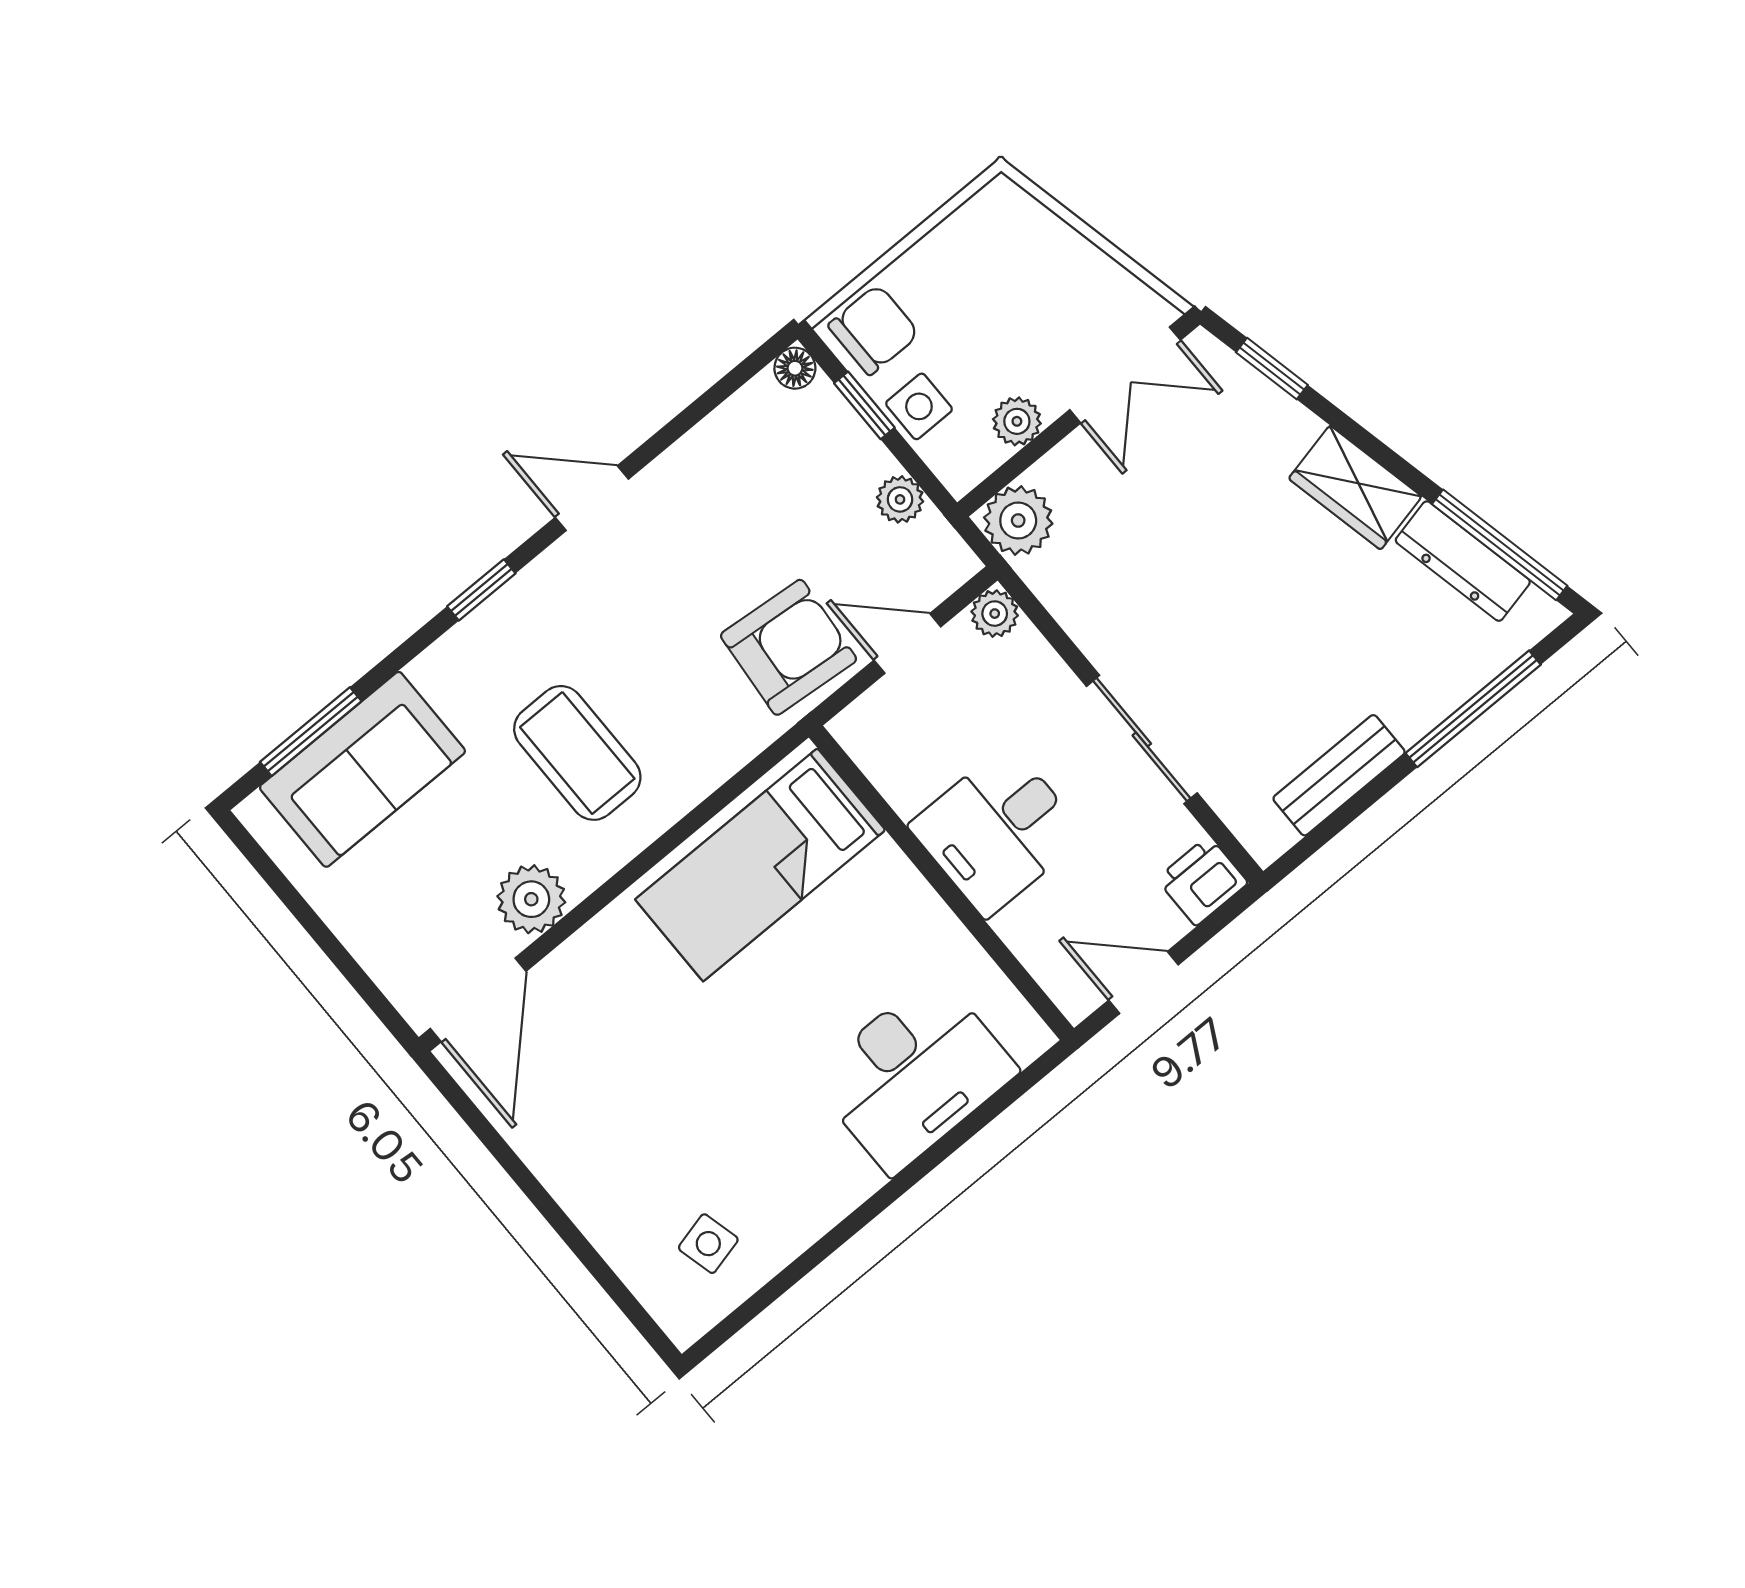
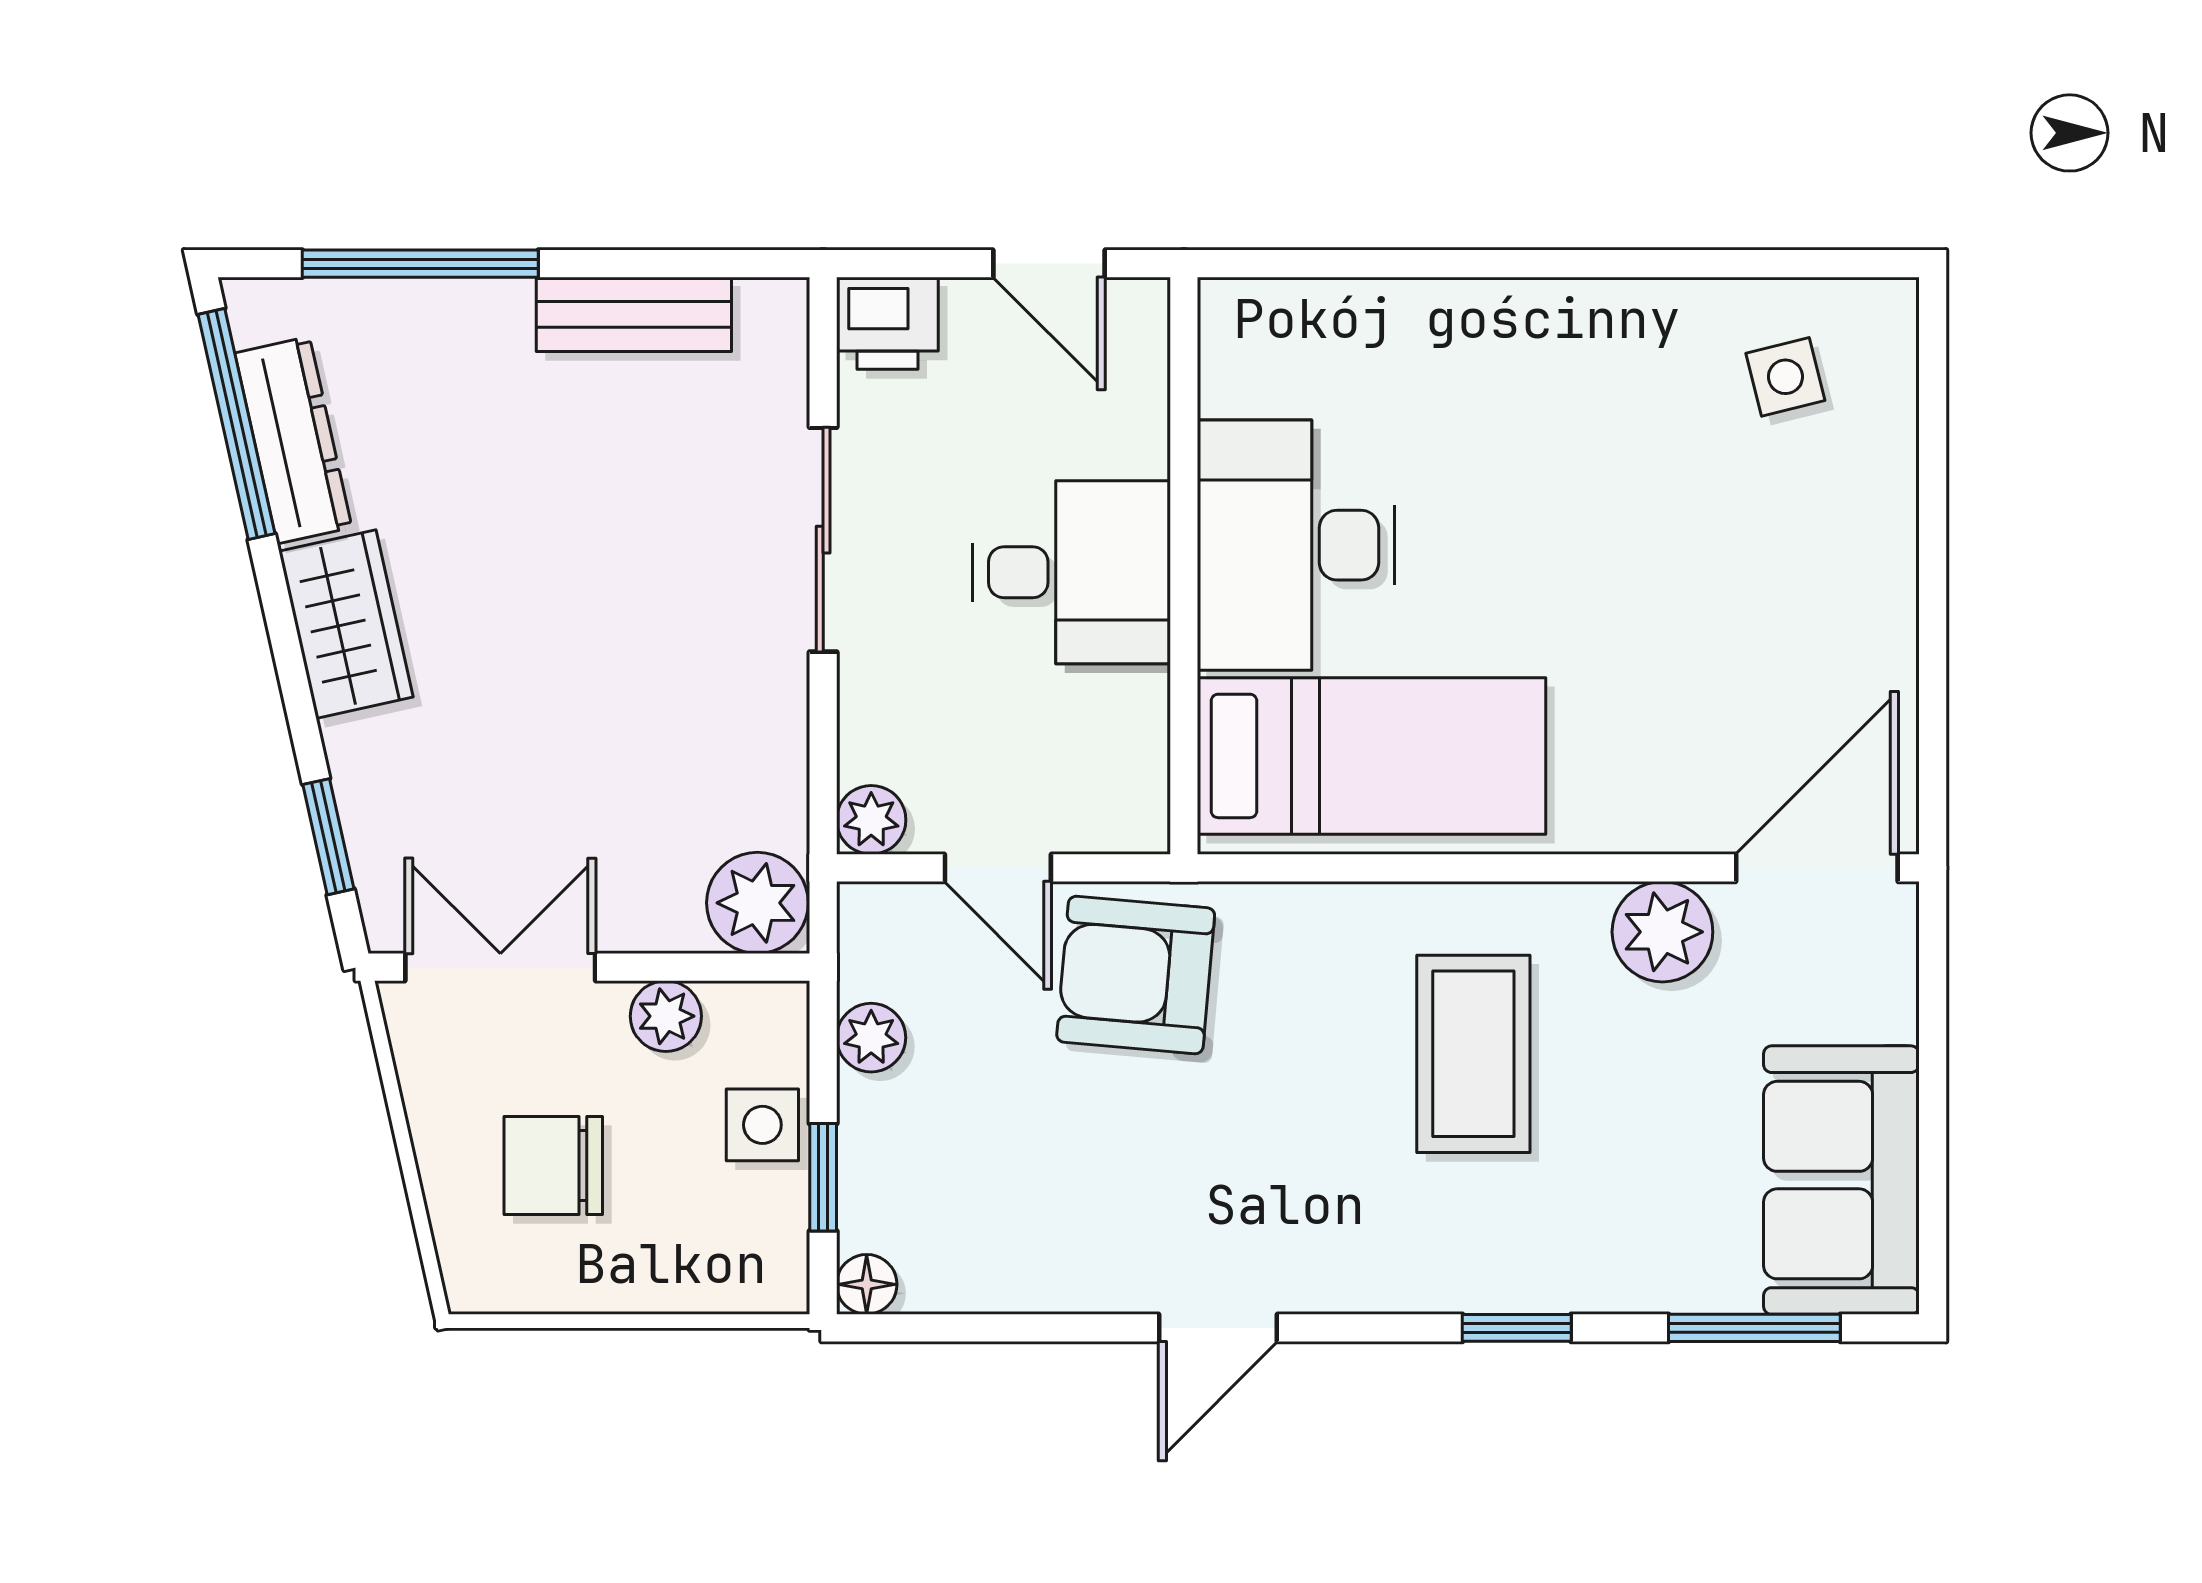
chair: (874, 330) -> (553, 1165), moved
door: (592, 498) -> (1218, 1328), hinge flipped
window: (481, 590) -> (1517, 1328), moved
sofa: (362, 769) -> (1841, 1180), moved, turned -90
desk: (914, 1074) -> (1296, 545), moved, turned -90

